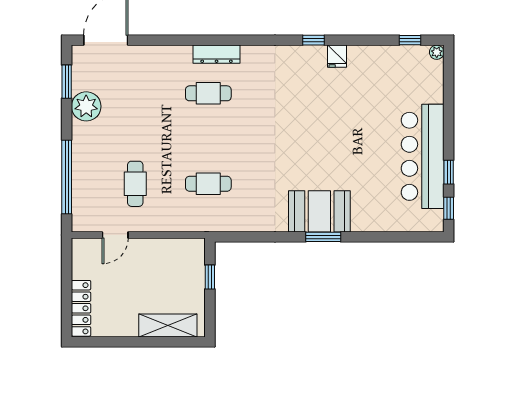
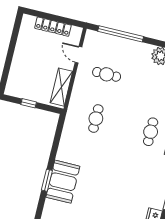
window: (210, 277) -> (29, 103), moved
locker: (81, 308) -> (53, 27), moved
shelving: (168, 326) -> (61, 87), moved

